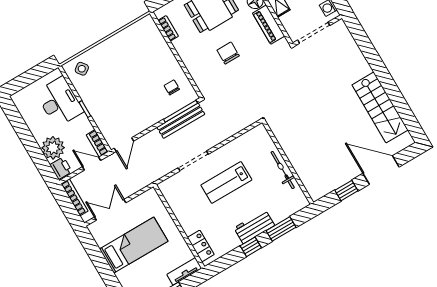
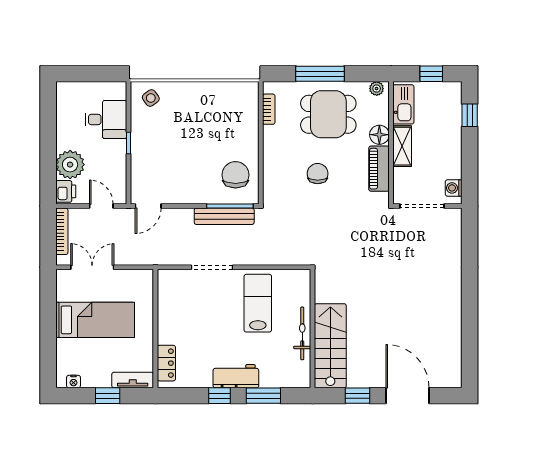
chair: (172, 87) -> (236, 175), width x1.87, depth x1.87
desk: (59, 102) -> (106, 119), width x0.73
stairs: (380, 107) -> (330, 346), moved, turned 180
bookcase: (97, 143) -> (120, 188), removed
lab bench: (226, 182) -> (258, 303), moved, turned 90

